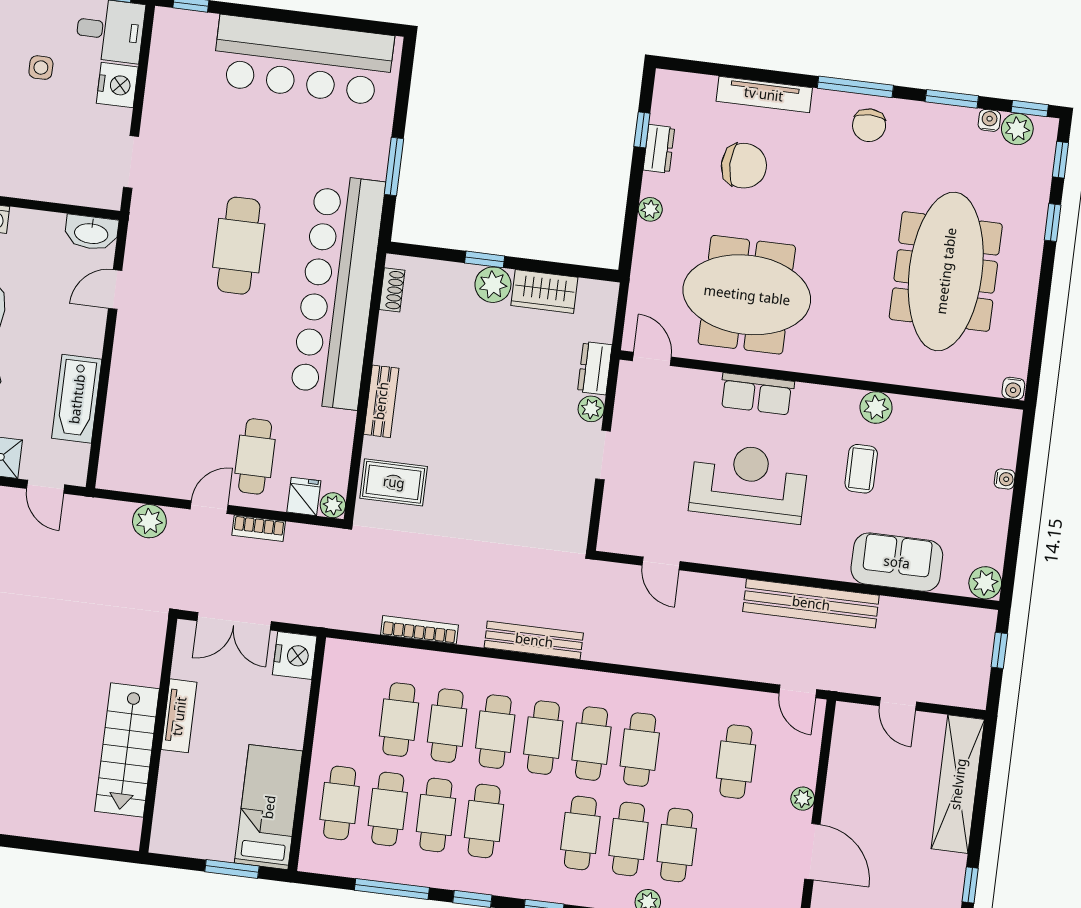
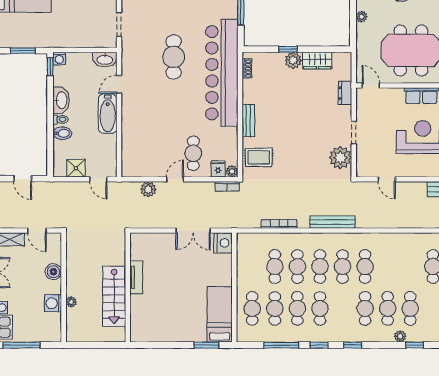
bathtub: (77, 399) -> (108, 114), moved
plant: (591, 409) -> (340, 158), moved, width x1.87, depth x1.87
bookcase: (259, 528) -> (227, 186), moved
tv unit: (179, 716) -> (136, 277), moved
wall: (158, 735) -> (128, 287), moved
stairs: (127, 750) -> (114, 296), moved
cafe table: (640, 750) -> (388, 267), removed

